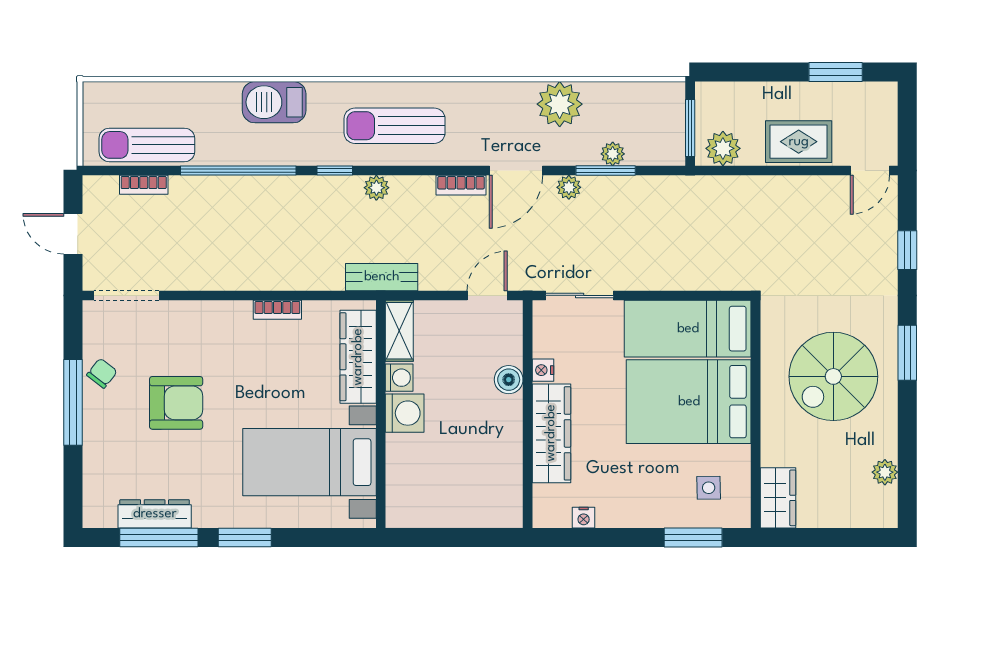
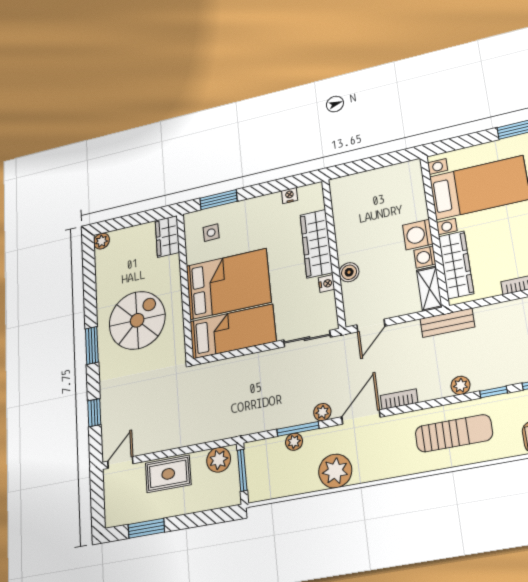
plant: (885, 472) -> (101, 241), moved

